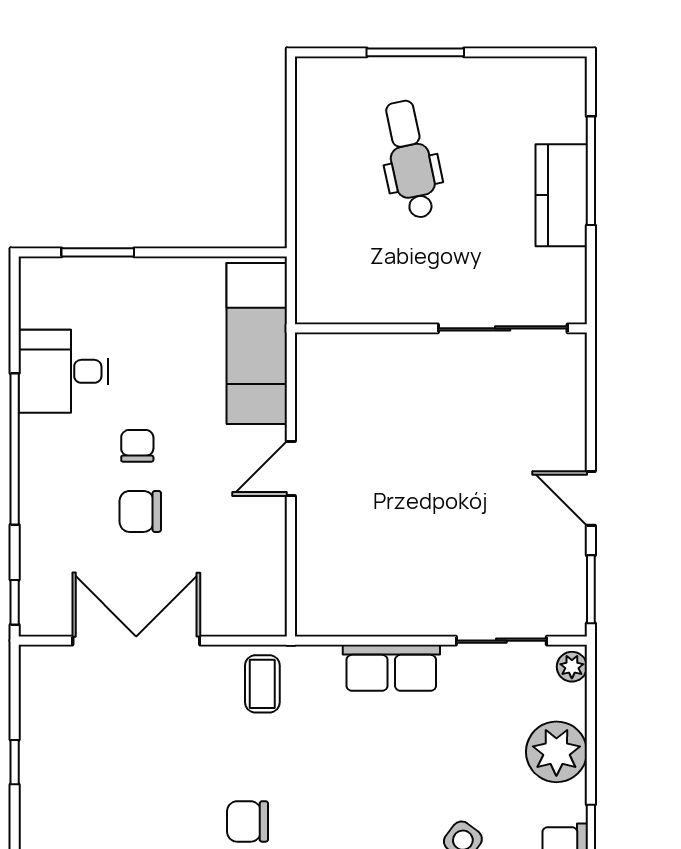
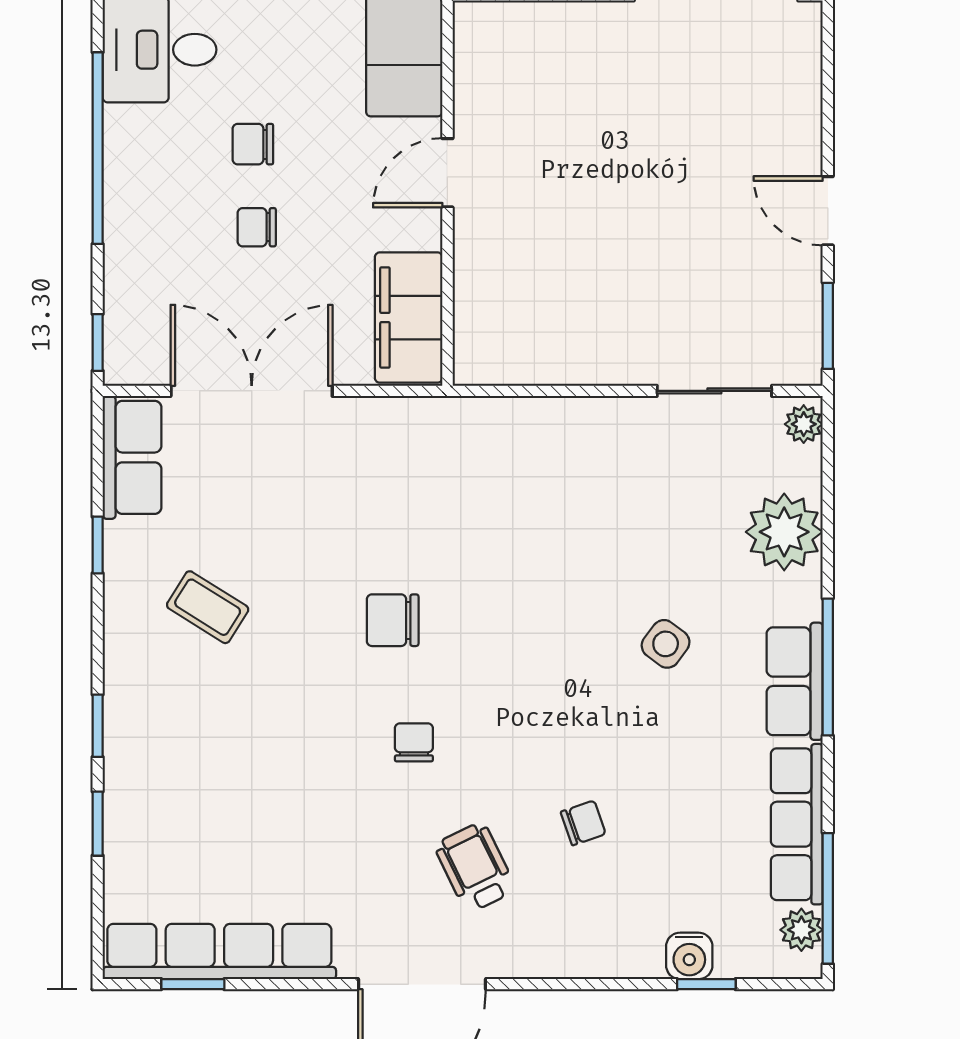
chair: (137, 446) -> (253, 144), turned -90
chair: (140, 511) -> (257, 227), width x0.73, depth x0.73
filing cabinet: (260, 583) -> (409, 318), added
row of seats: (391, 668) -> (132, 457), moved, turned -90
coffee table: (262, 684) -> (208, 607), moved, turned -58

